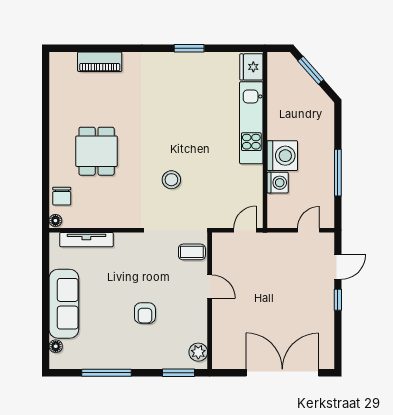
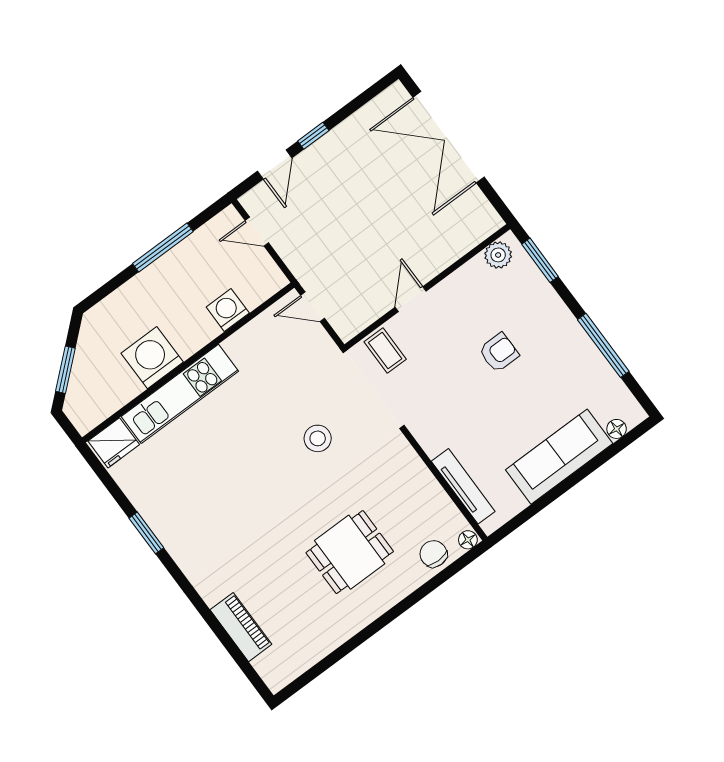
washing machine: (282, 156) -> (152, 358), moved
chair: (62, 196) -> (433, 554), turned -90
door: (338, 267) -> (275, 164), swing flipped

